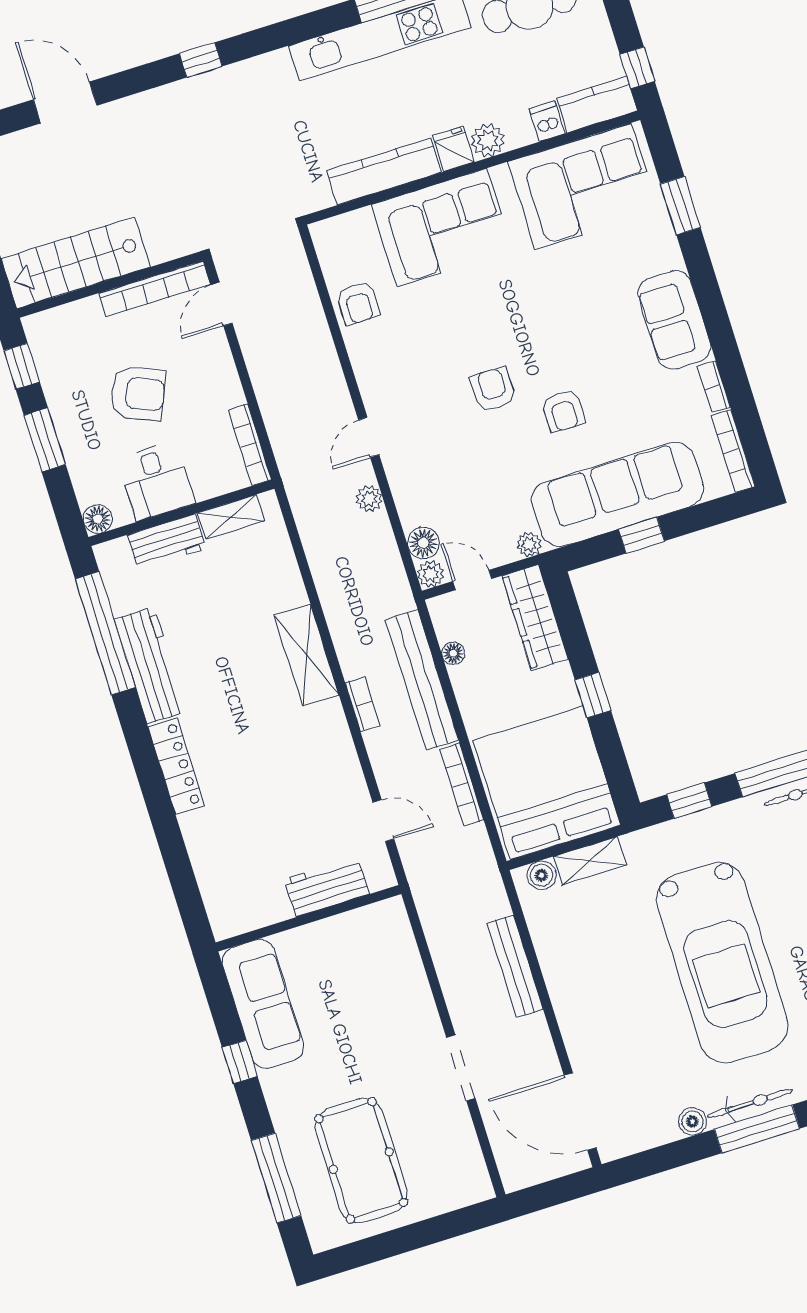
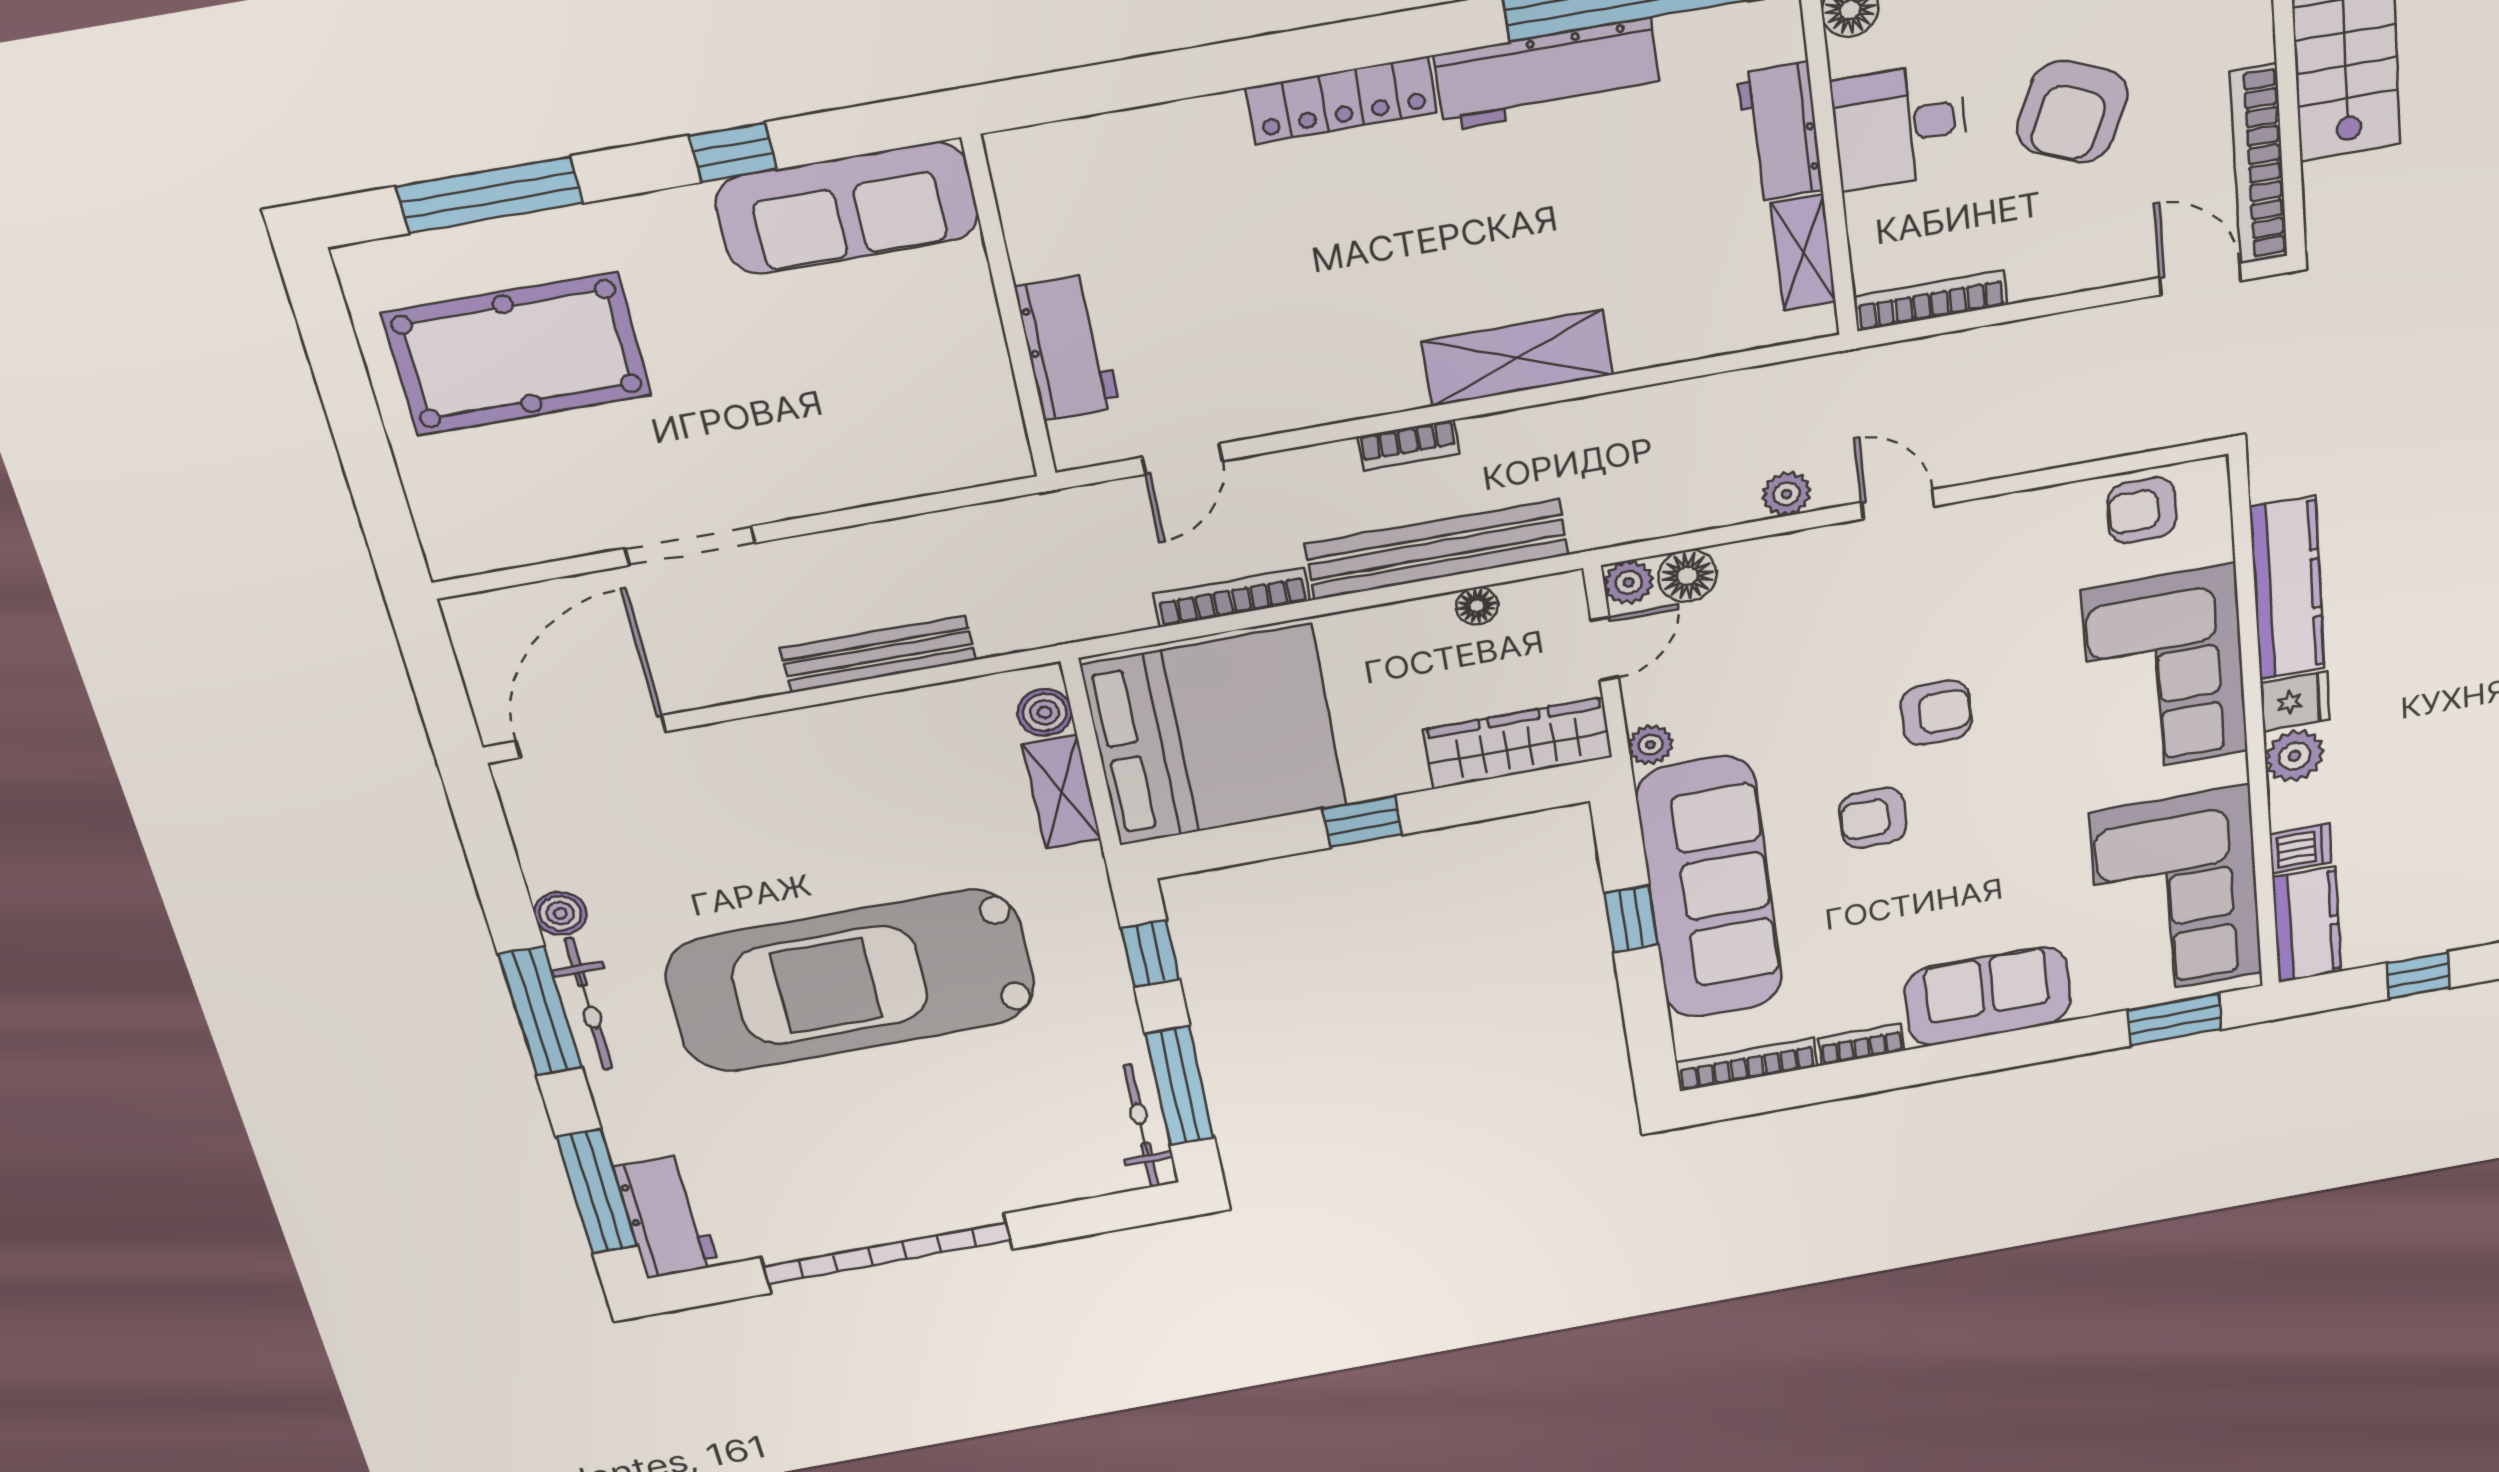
kitchen counter: (597, 105) -> (2307, 925), moved
dishwasher: (547, 121) -> (2301, 849), moved
plant: (488, 140) -> (2295, 756), moved
fridge: (453, 149) -> (2295, 701), moved
wall: (472, 168) -> (2255, 728), moved
kitchen counter: (384, 171) -> (2287, 588), moved
corner sofa: (583, 186) -> (2176, 893), moved
corner sofa: (442, 228) -> (2165, 671), moved

